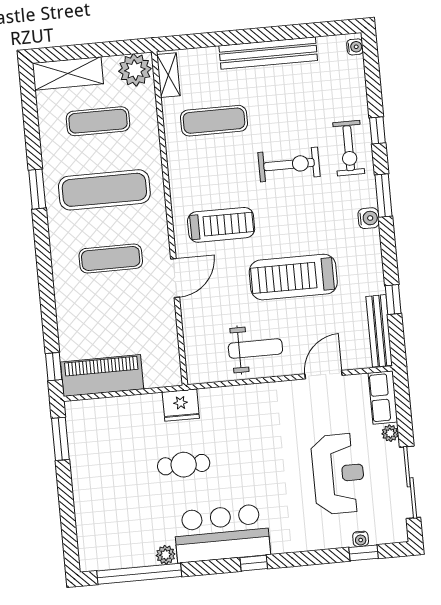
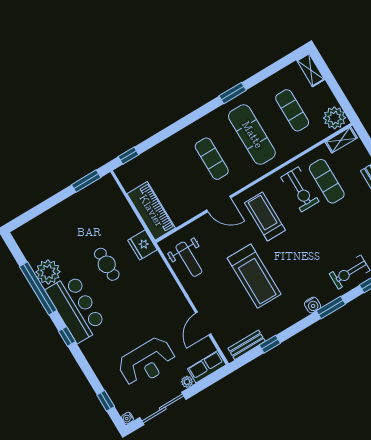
shelving: (68, 73) -> (311, 70), width x0.67, depth x0.75
exercise bike: (289, 165) -> (300, 189), moved
treadmill: (221, 225) -> (265, 216), turned 180
treadmill: (293, 277) -> (254, 276), turned 180
bench: (379, 331) -> (247, 345), width x0.73
weight bench: (255, 349) -> (189, 259), moved
piano: (102, 375) -> (151, 211), moved
door: (323, 375) -> (203, 324), swing flipped
water cooler: (361, 539) -> (127, 418), moved
plant: (166, 555) -> (48, 272), width x1.87, depth x1.87
window: (139, 574) -> (38, 288), moved

